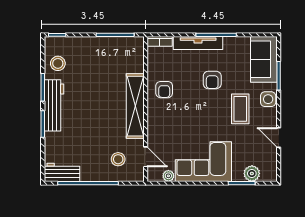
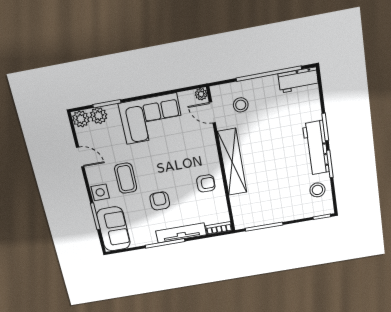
armchair: (164, 90) -> (206, 183), turned 90
plant: (269, 173) -> (81, 119), added
plant: (168, 176) -> (201, 94), moved

